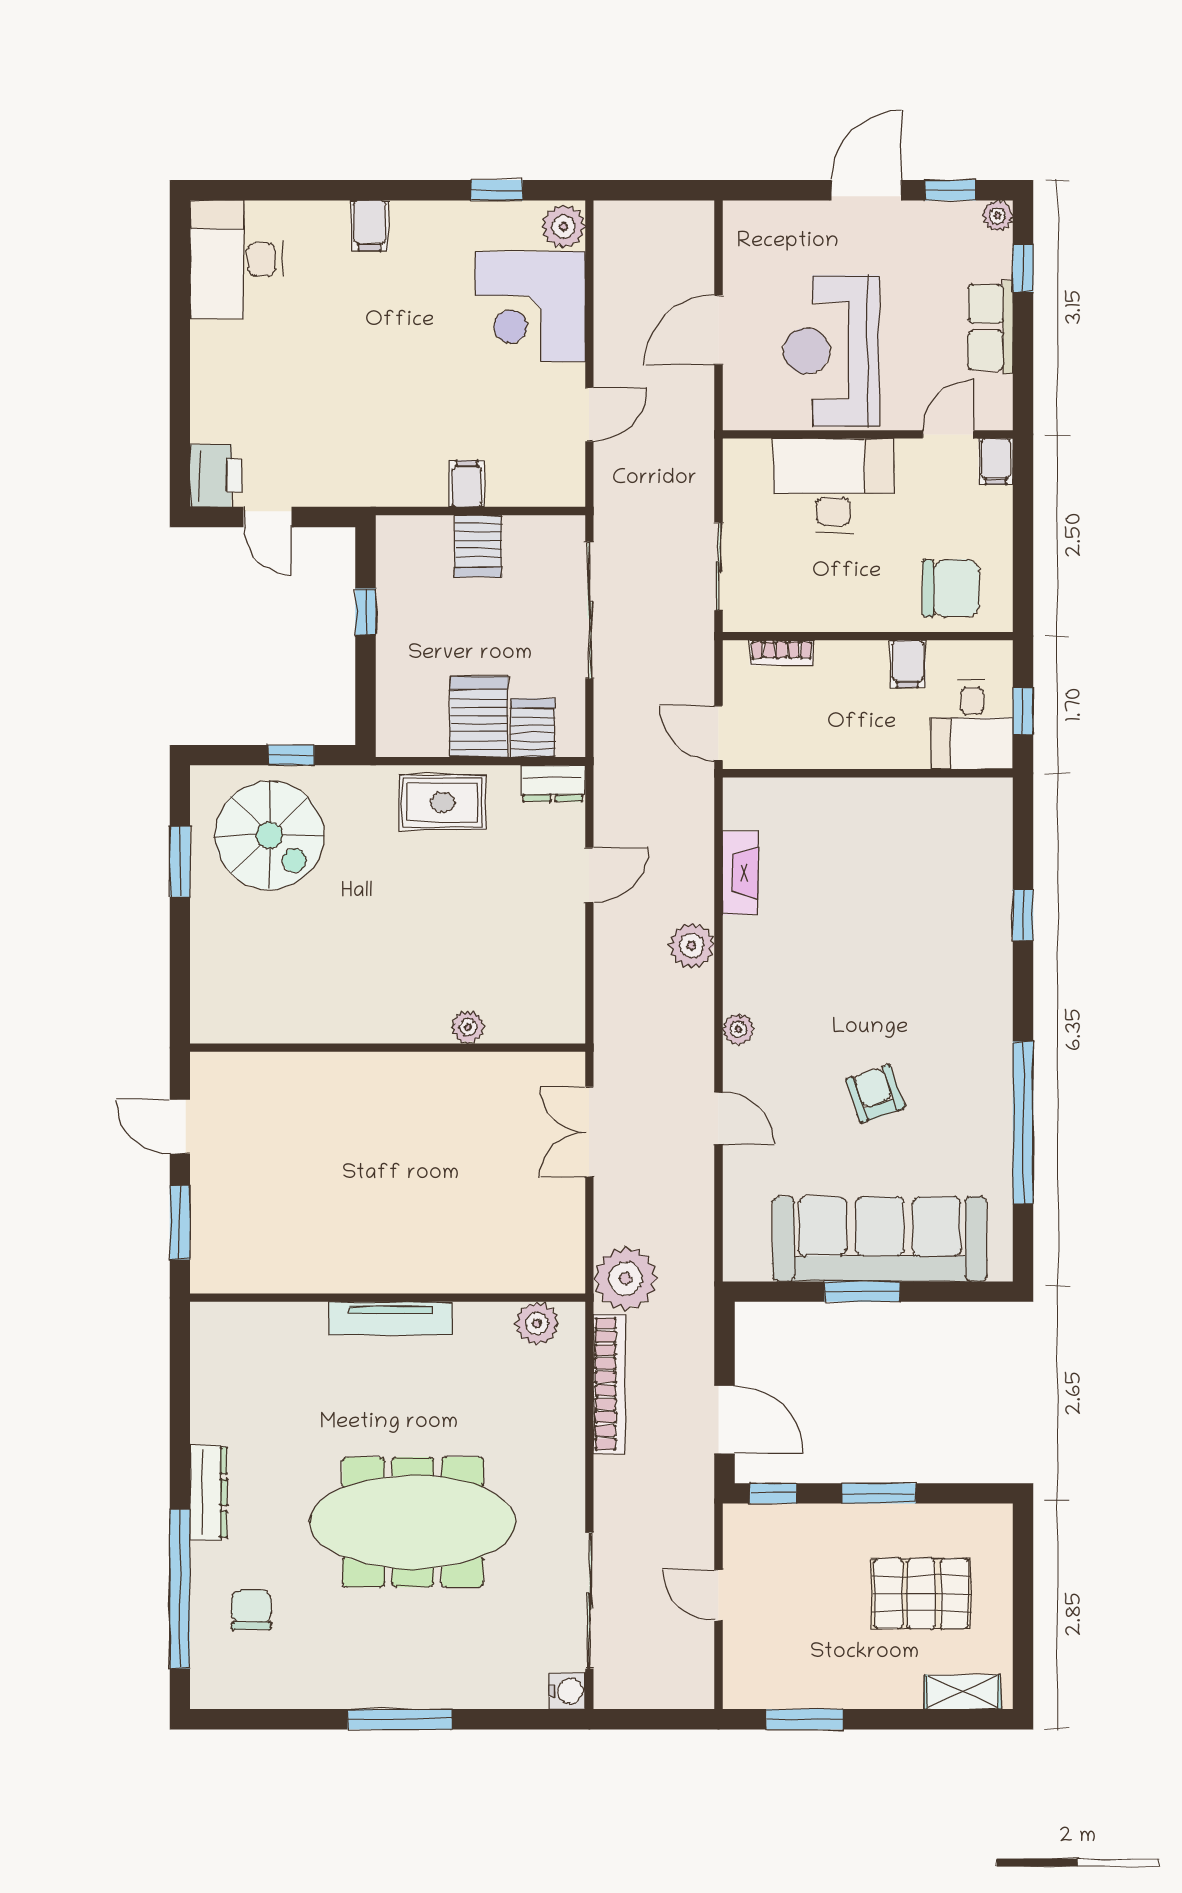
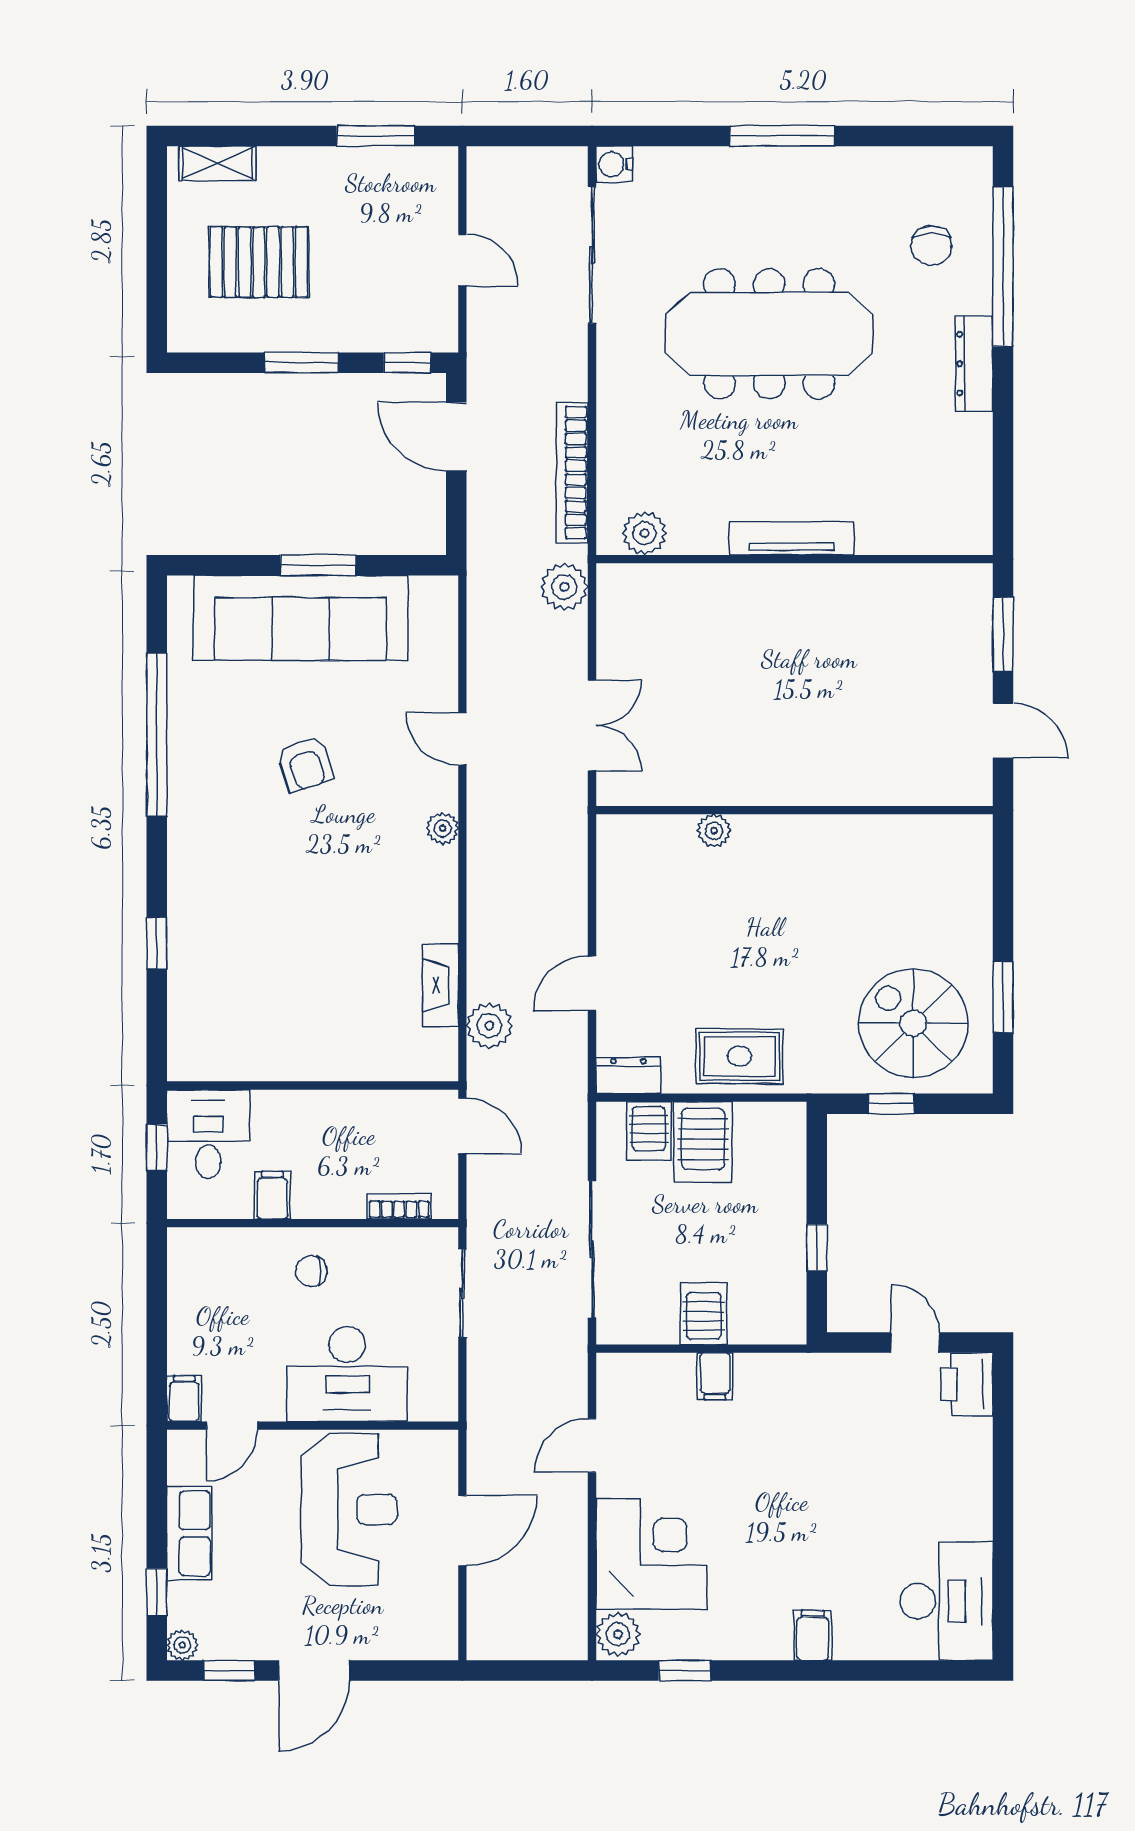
chair: (951, 588) -> (311, 1271), moved, width x0.54, depth x0.54
plant: (692, 946) -> (489, 1026), moved
plant: (626, 1279) -> (564, 587), width x0.73, depth x0.73

